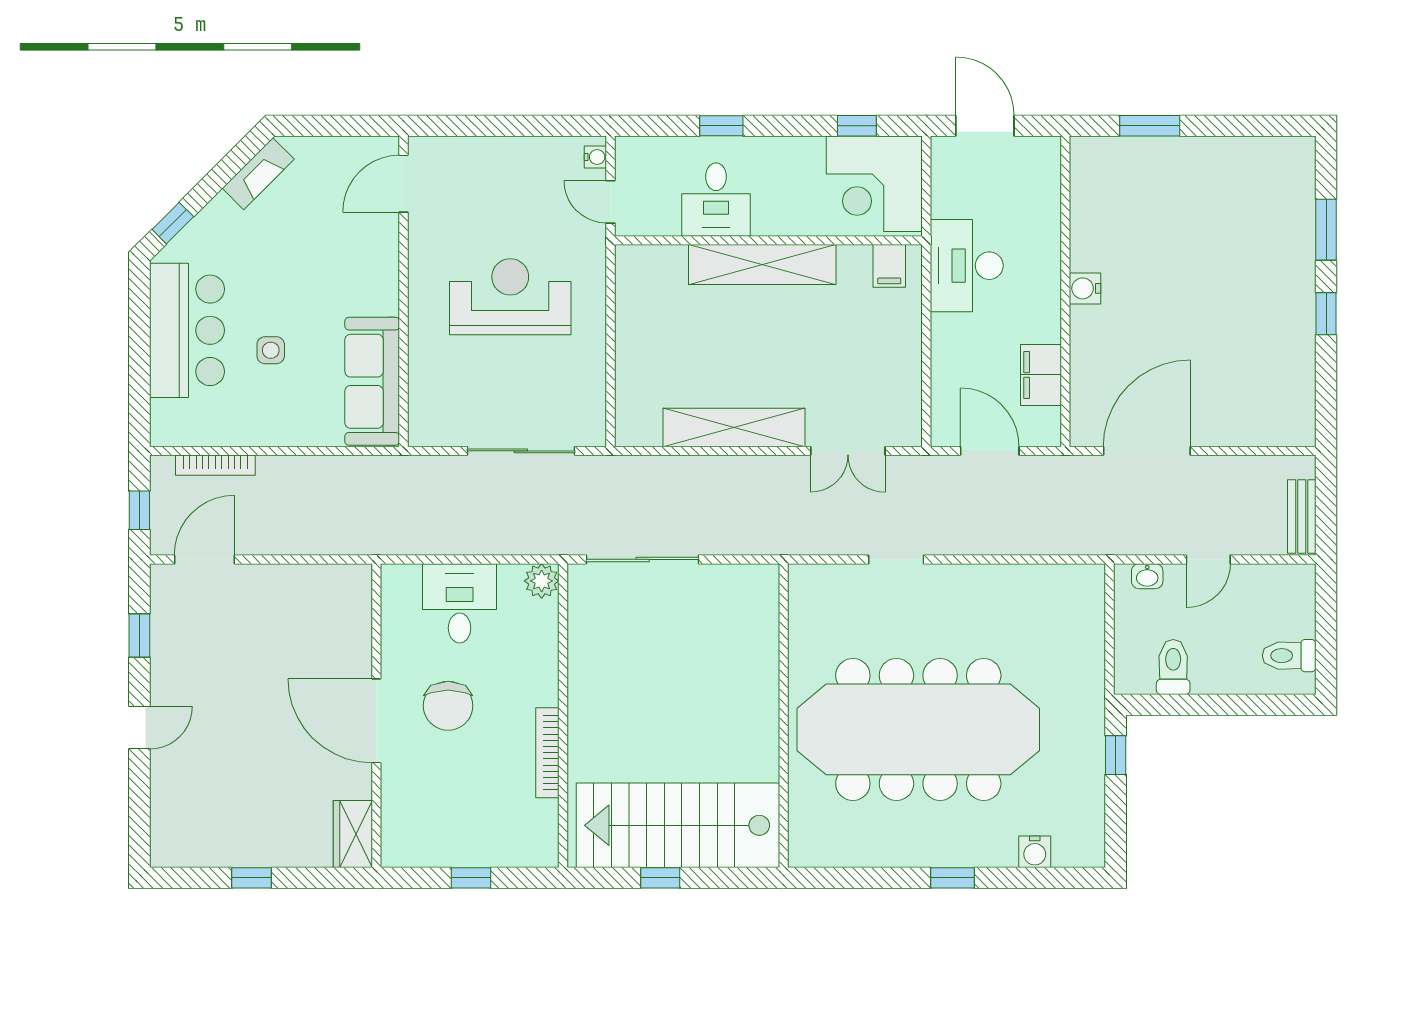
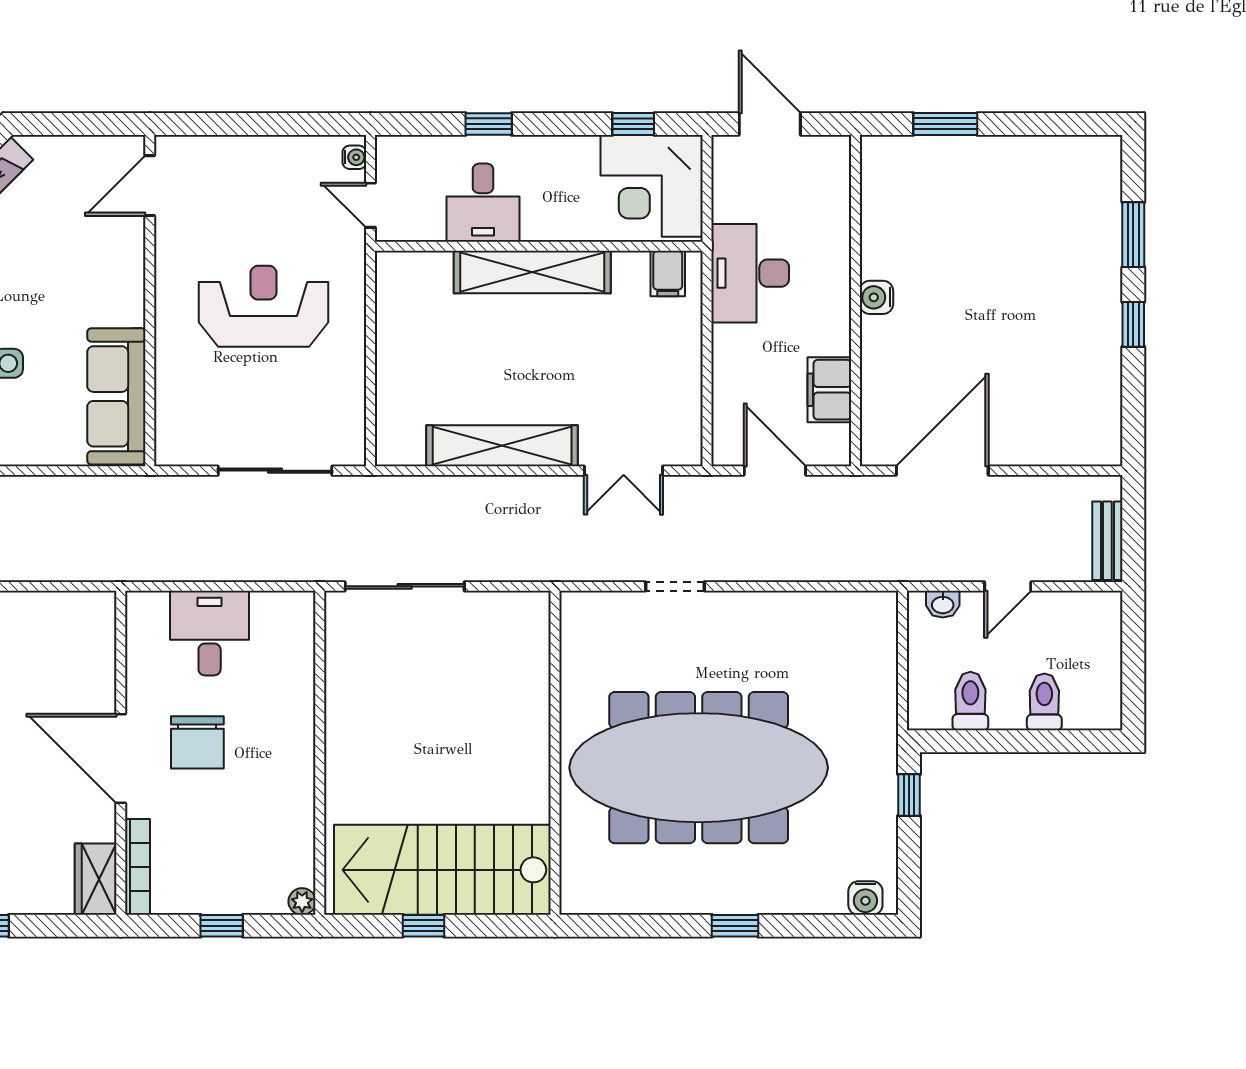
plant: (542, 581) -> (302, 902), moved, width x0.73, depth x0.73
toilet: (1289, 656) -> (1044, 702), moved, turned 90
bookcase: (547, 753) -> (137, 867), moved, turned 180
water cooler: (1035, 852) -> (865, 898), moved

